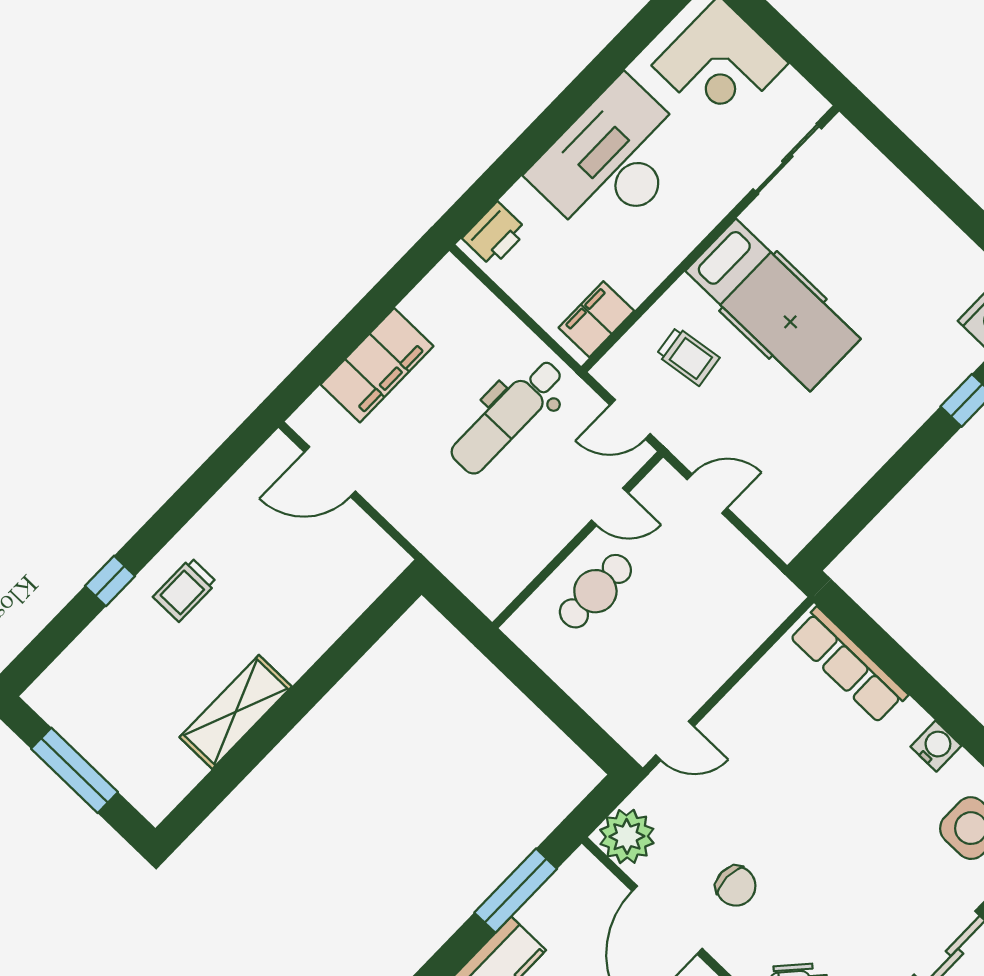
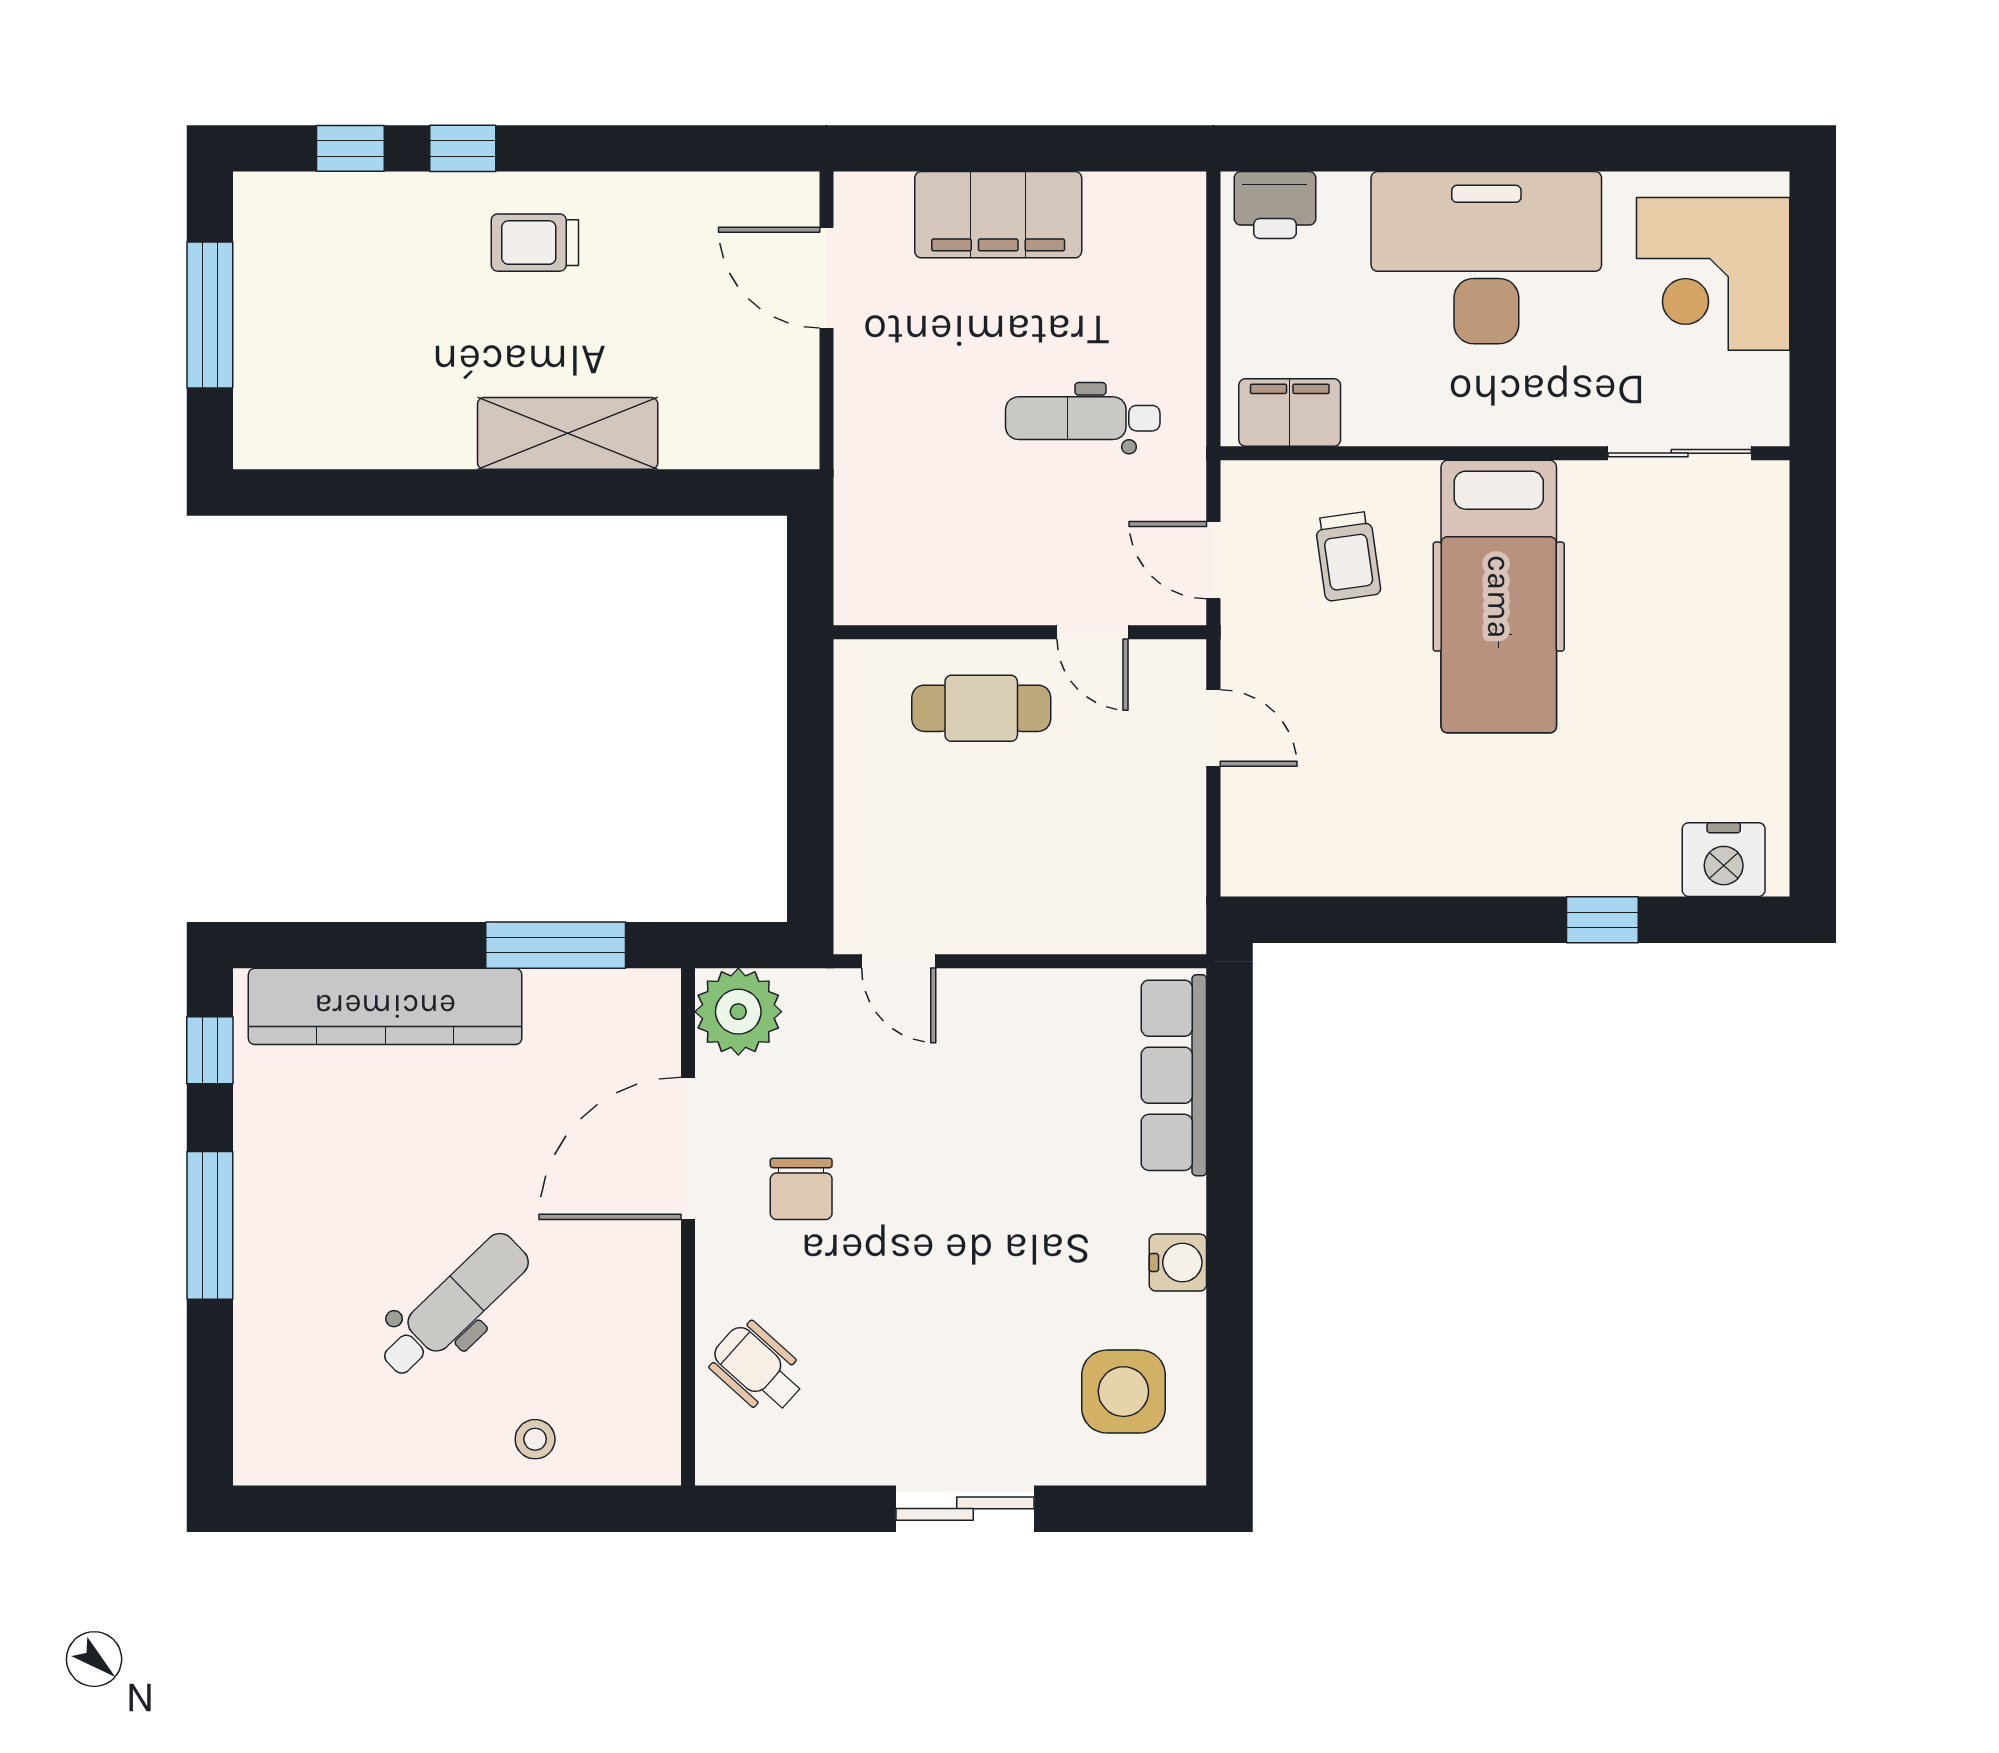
dental chair: (507, 416) -> (1083, 418), width x0.73, depth x0.72
window: (60, 632) -> (350, 148), added
shelving: (236, 712) -> (568, 433), moved

